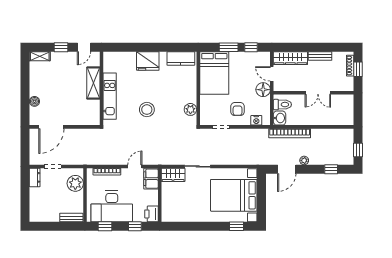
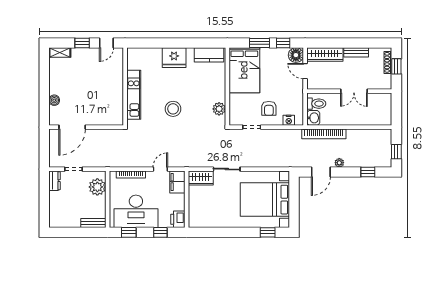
shelving: (93, 83) -> (116, 81), removed
floor lamp: (263, 90) -> (296, 55), moved

